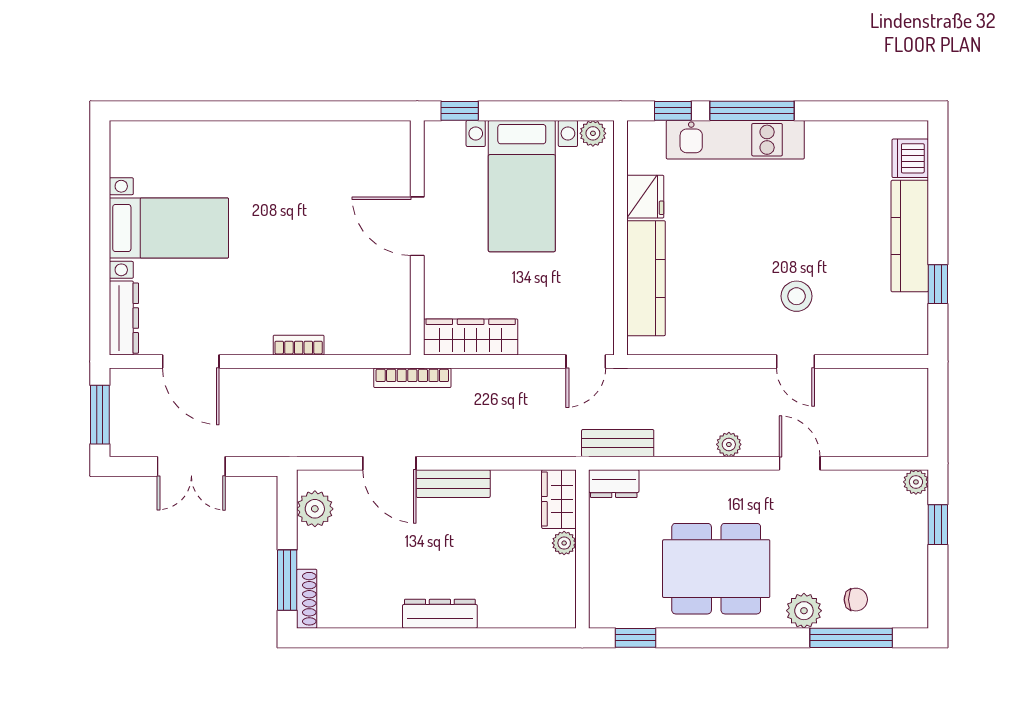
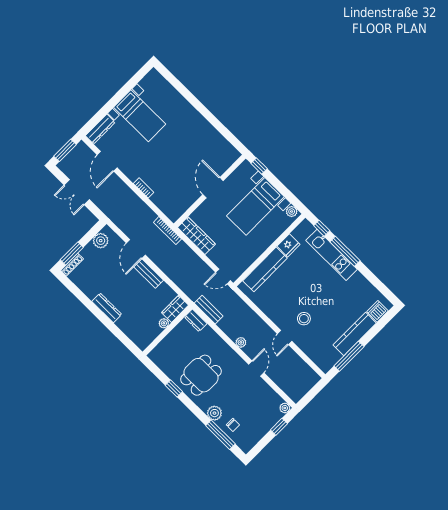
window: (938, 284) -> (349, 356), width x2.17
dining table: (716, 569) -> (201, 375), width x0.73
window: (636, 638) -> (174, 389), moved

